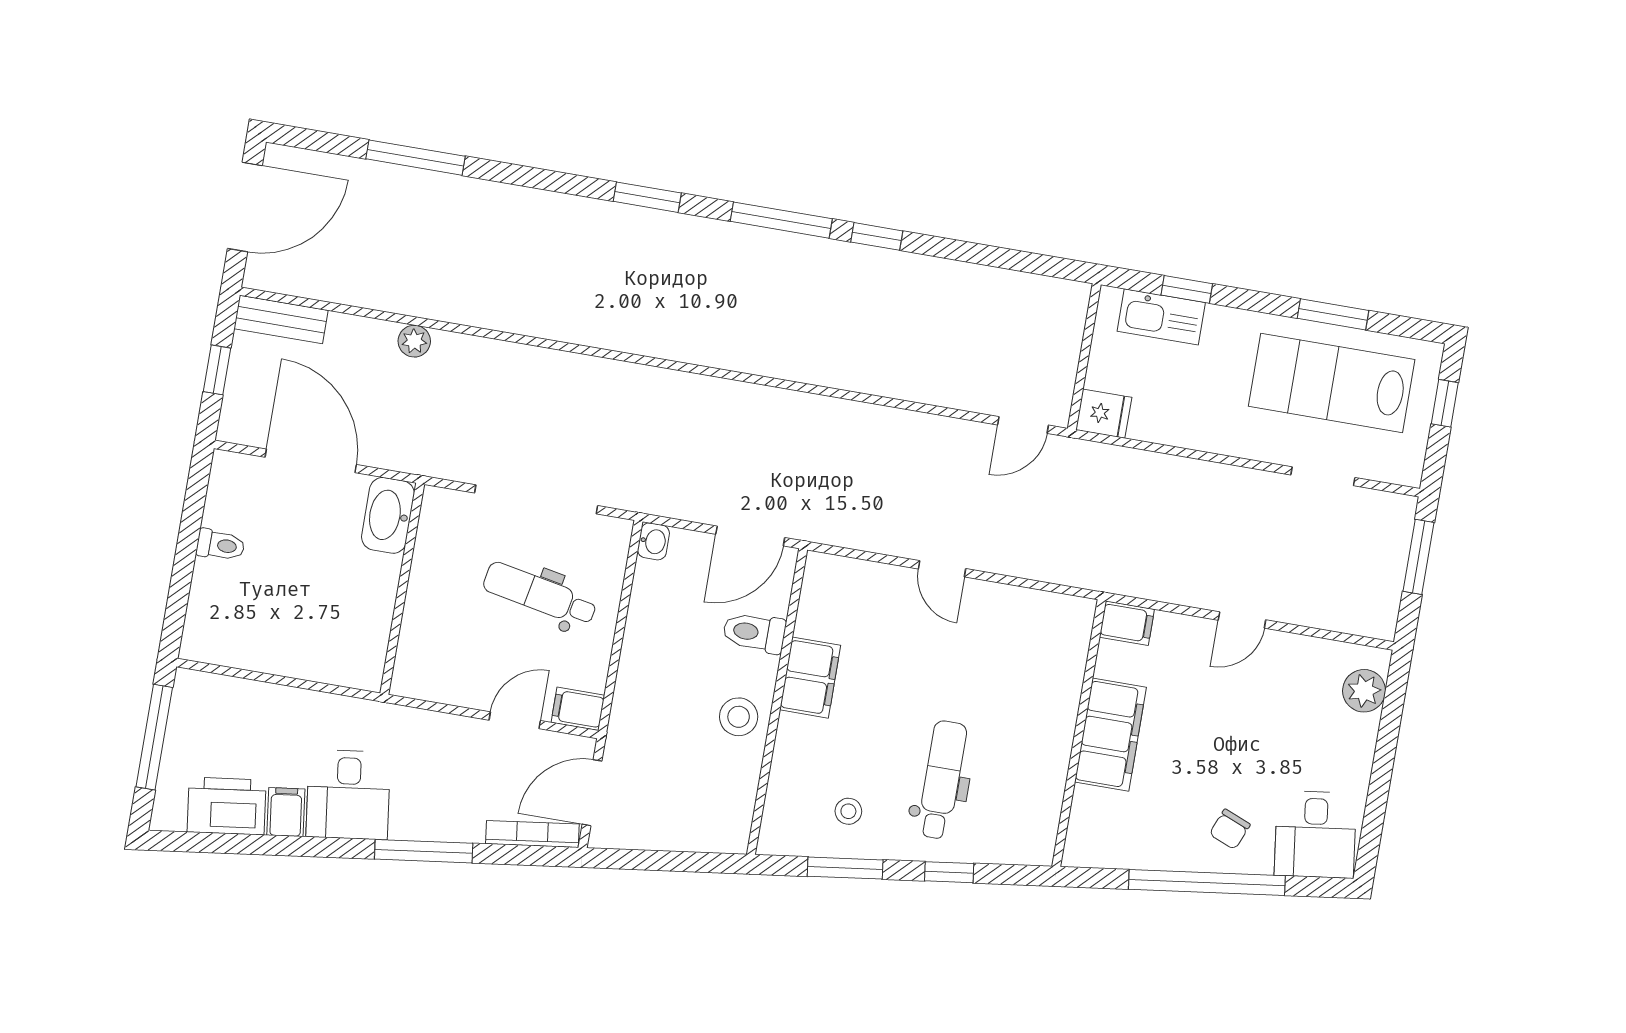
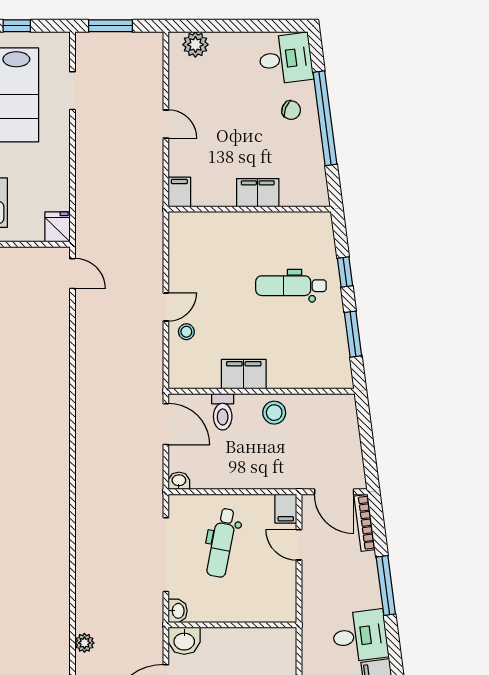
washbasin: (441, 503) -> (178, 611), added
washbasin: (388, 515) -> (184, 641), width x0.72
filing cabinet: (1110, 735) -> (258, 193), width x0.67, depth x0.86
stool: (848, 811) -> (186, 332), moved

